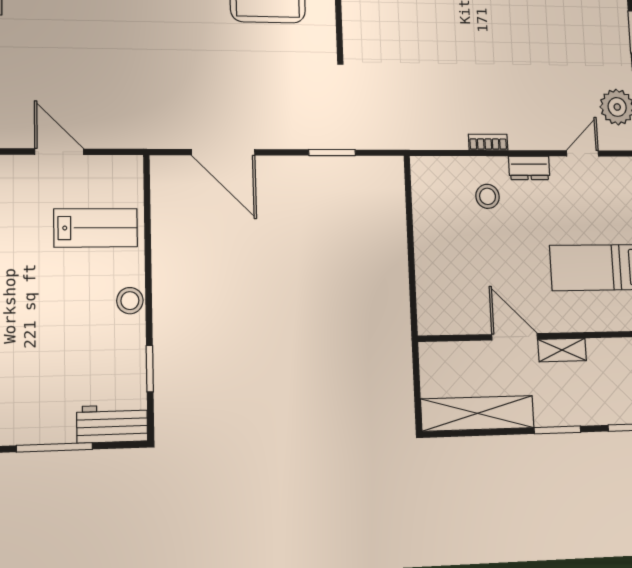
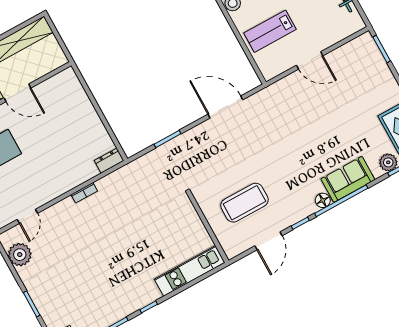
dresser: (529, 168) -> (109, 161), moved
stool: (488, 196) -> (70, 162), removed

